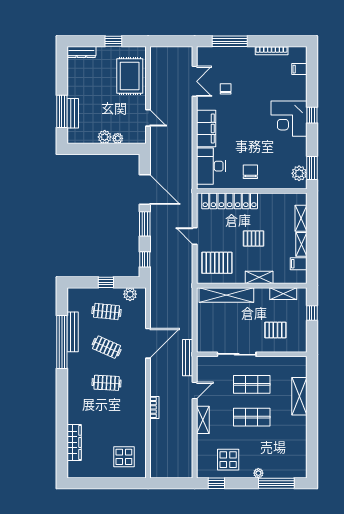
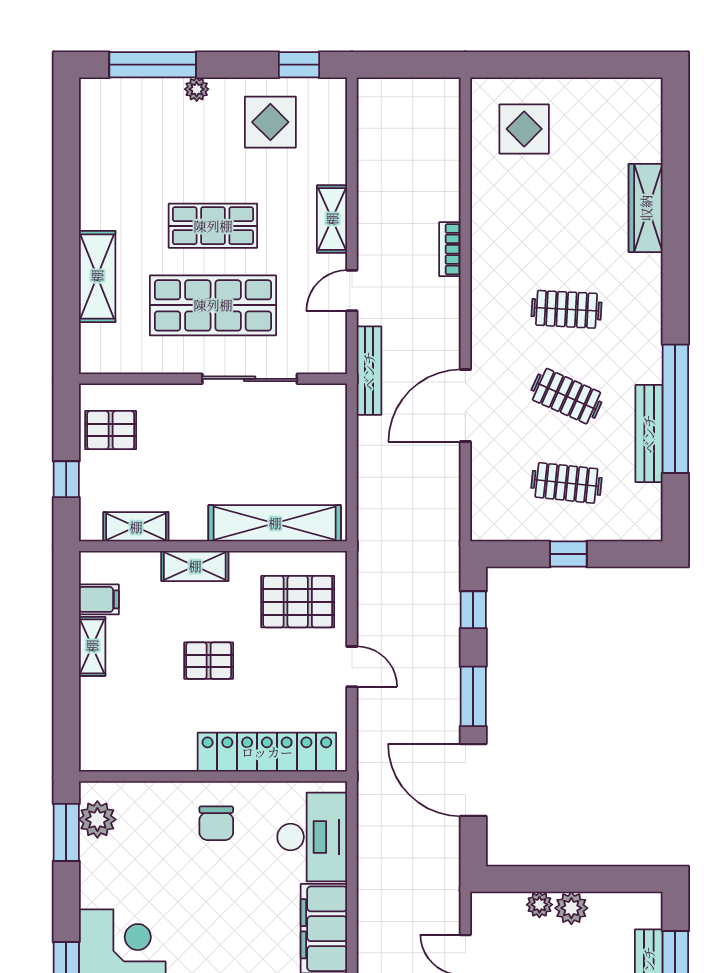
shelving: (301, 218) -> (93, 710), removed
plant: (130, 294) -> (509, 525), removed
pallet: (275, 330) -> (111, 430), moved
shop shelf: (252, 384) -> (213, 305), width x1.43, depth x1.36
wardrobe: (74, 442) -> (646, 208), moved

